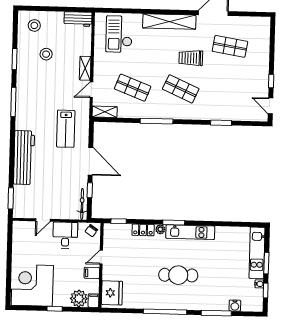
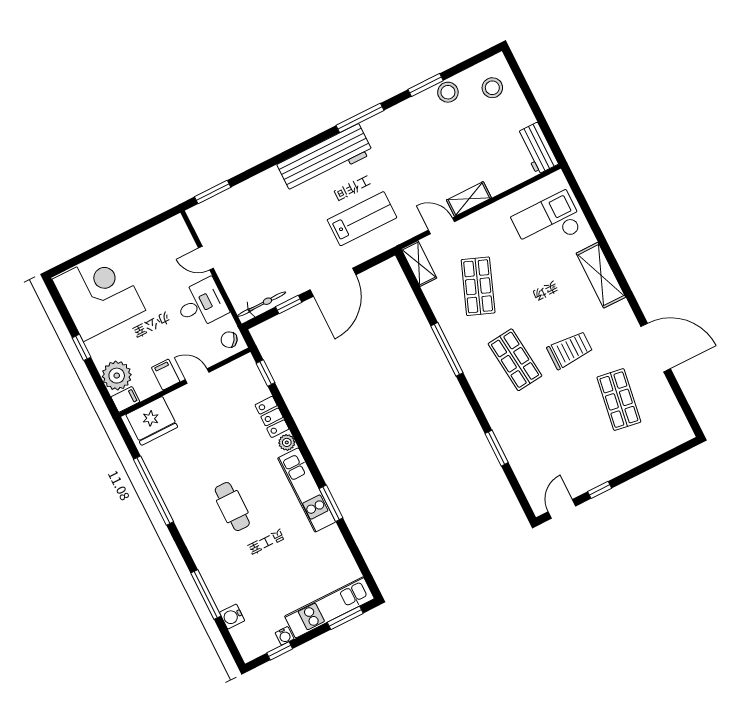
shelving: (169, 22) -> (601, 275), width x0.68
stool: (46, 54) -> (448, 92), moved
trolley: (191, 58) -> (570, 350), turned 90
shop shelf: (181, 89) -> (515, 360), turned -30
lab bench: (66, 129) -> (362, 219), turned 180
workbench: (24, 158) -> (325, 159), moved
window: (174, 223) -> (331, 503), moved
window: (266, 263) -> (345, 618), moved
cafe table: (178, 275) -> (232, 507), width x0.73, depth x0.74
window: (165, 312) -> (154, 491), moved

